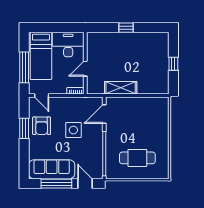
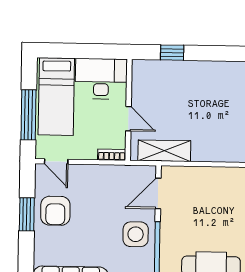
window: (126, 28) -> (172, 53), moved
door: (85, 69) -> (128, 119), swing flipped
shelving: (121, 88) -> (164, 151), moved
side table: (73, 130) -> (136, 234), moved

